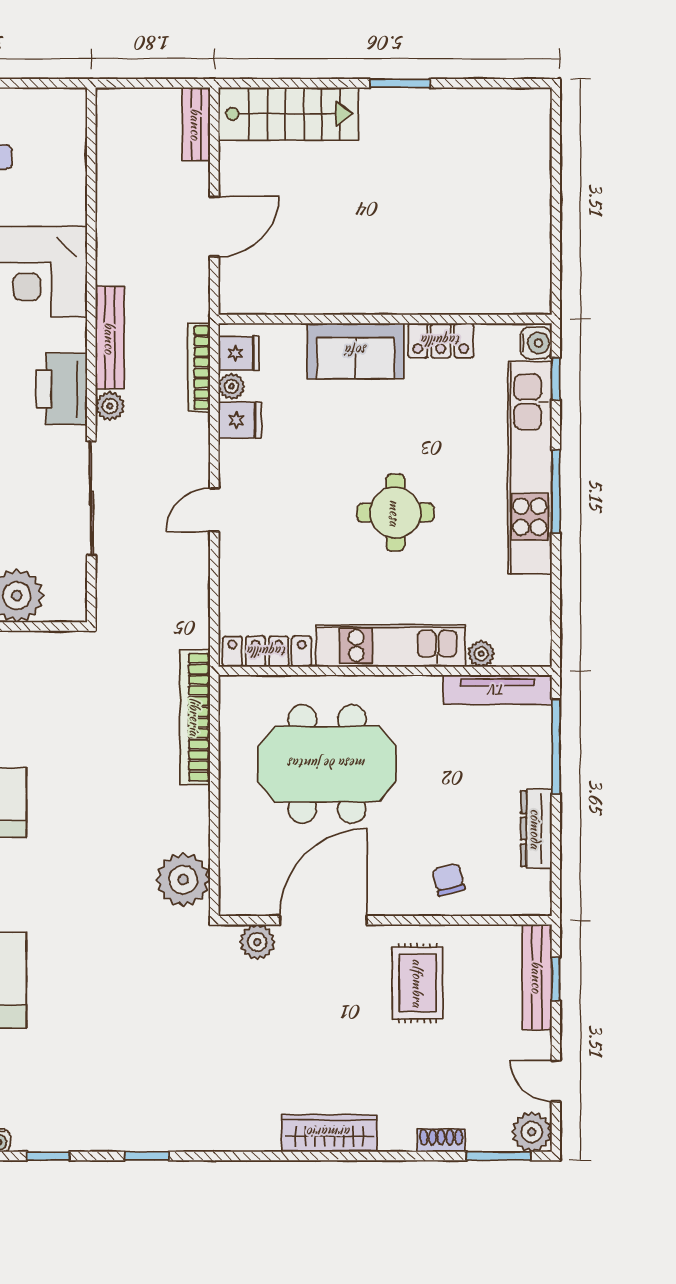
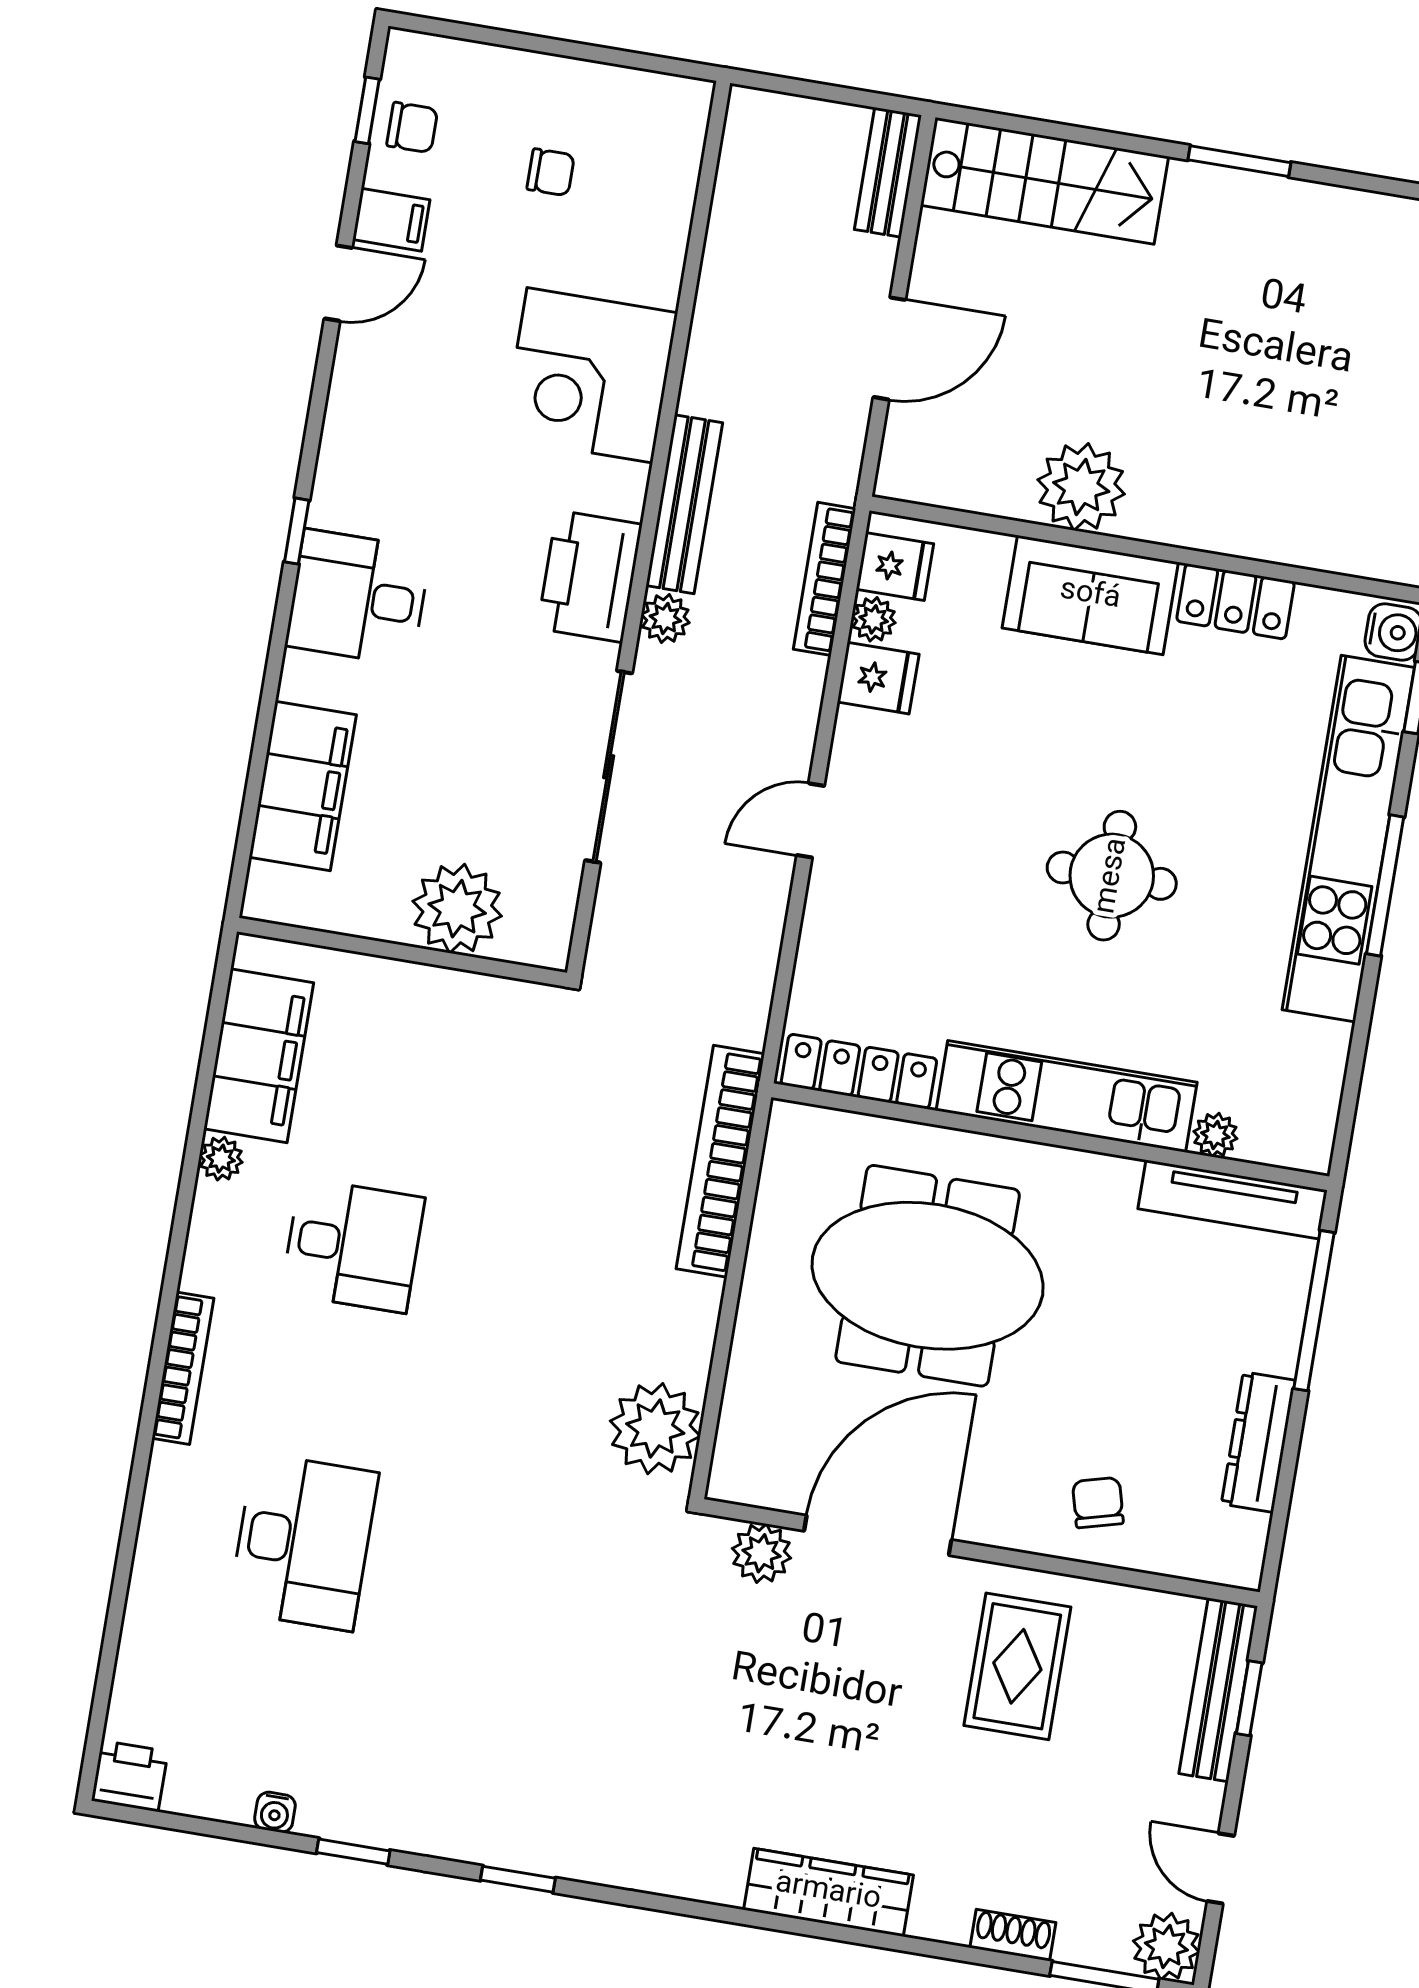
plant: (340, 289) -> (1081, 487), added

